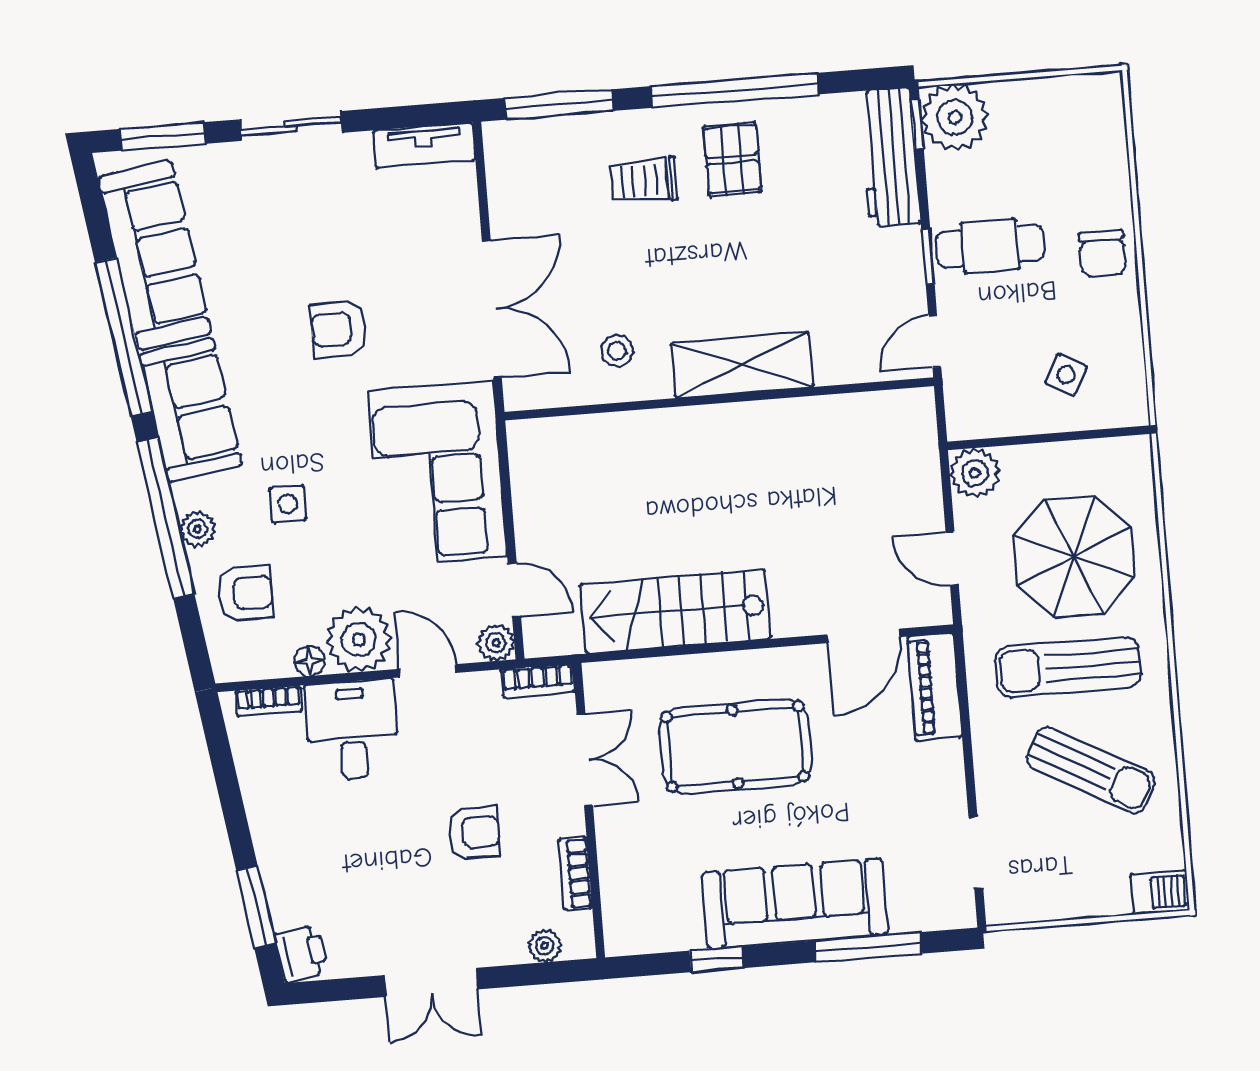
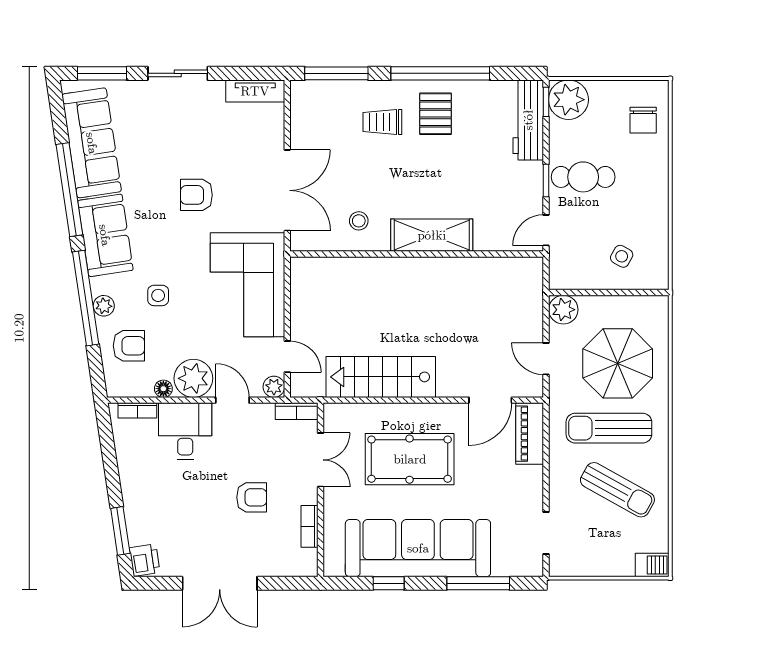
chair: (1102, 253) -> (643, 120), moved
sofa: (795, 904) -> (418, 548), width x1.36, depth x1.27
plant: (545, 946) -> (288, 567), removed
double door: (431, 982) -> (220, 583), width x1.37

